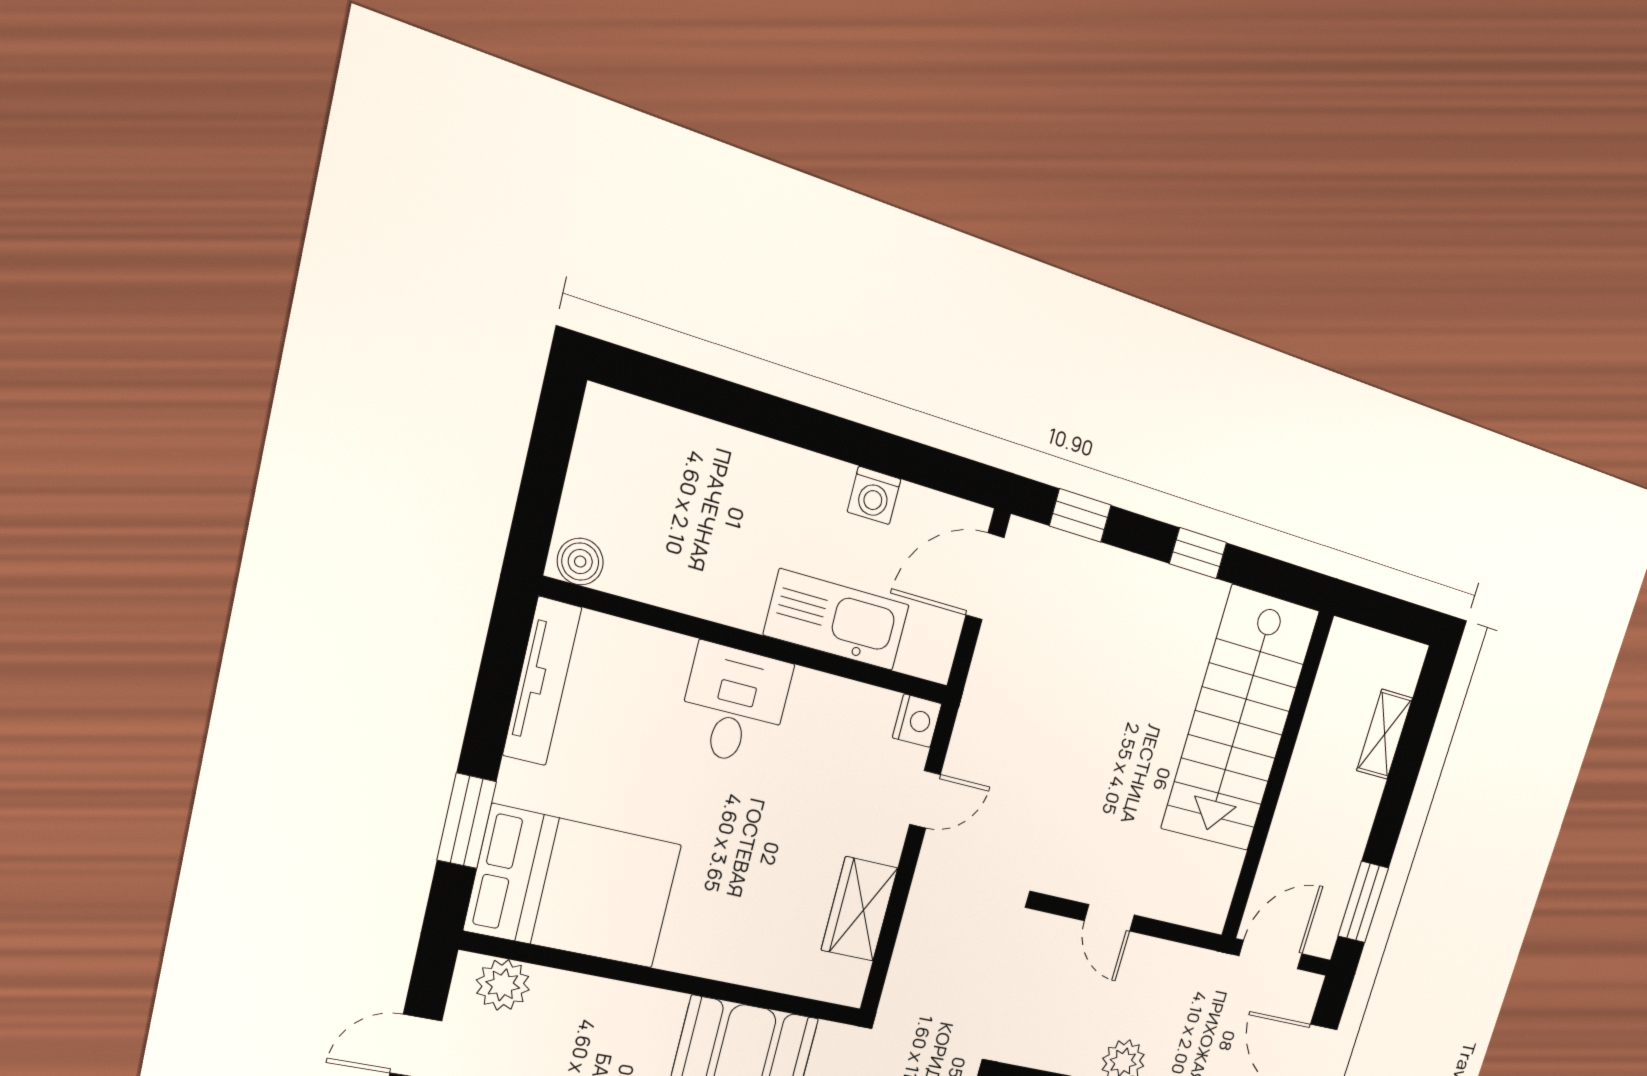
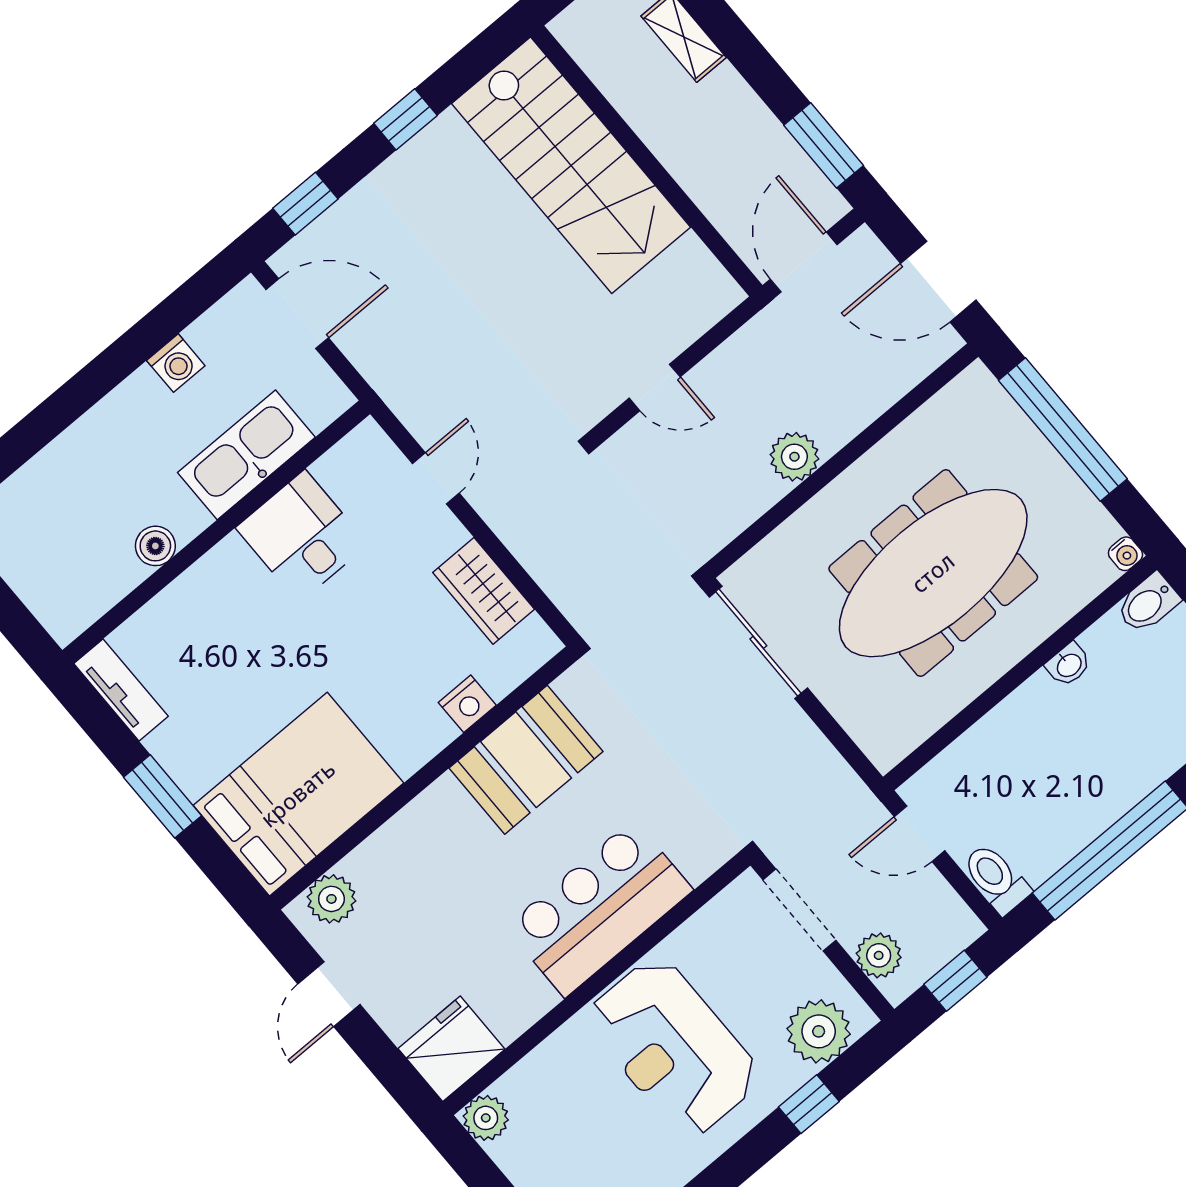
boiler: (580, 562) -> (155, 546), moved
door: (985, 576) -> (297, 314), swing flipped
tv unit: (542, 682) -> (121, 690), width x0.71
desk: (734, 705) -> (302, 536), moved
nightstand: (917, 721) -> (467, 704), moved, turned 90
window: (467, 821) -> (162, 796), moved

